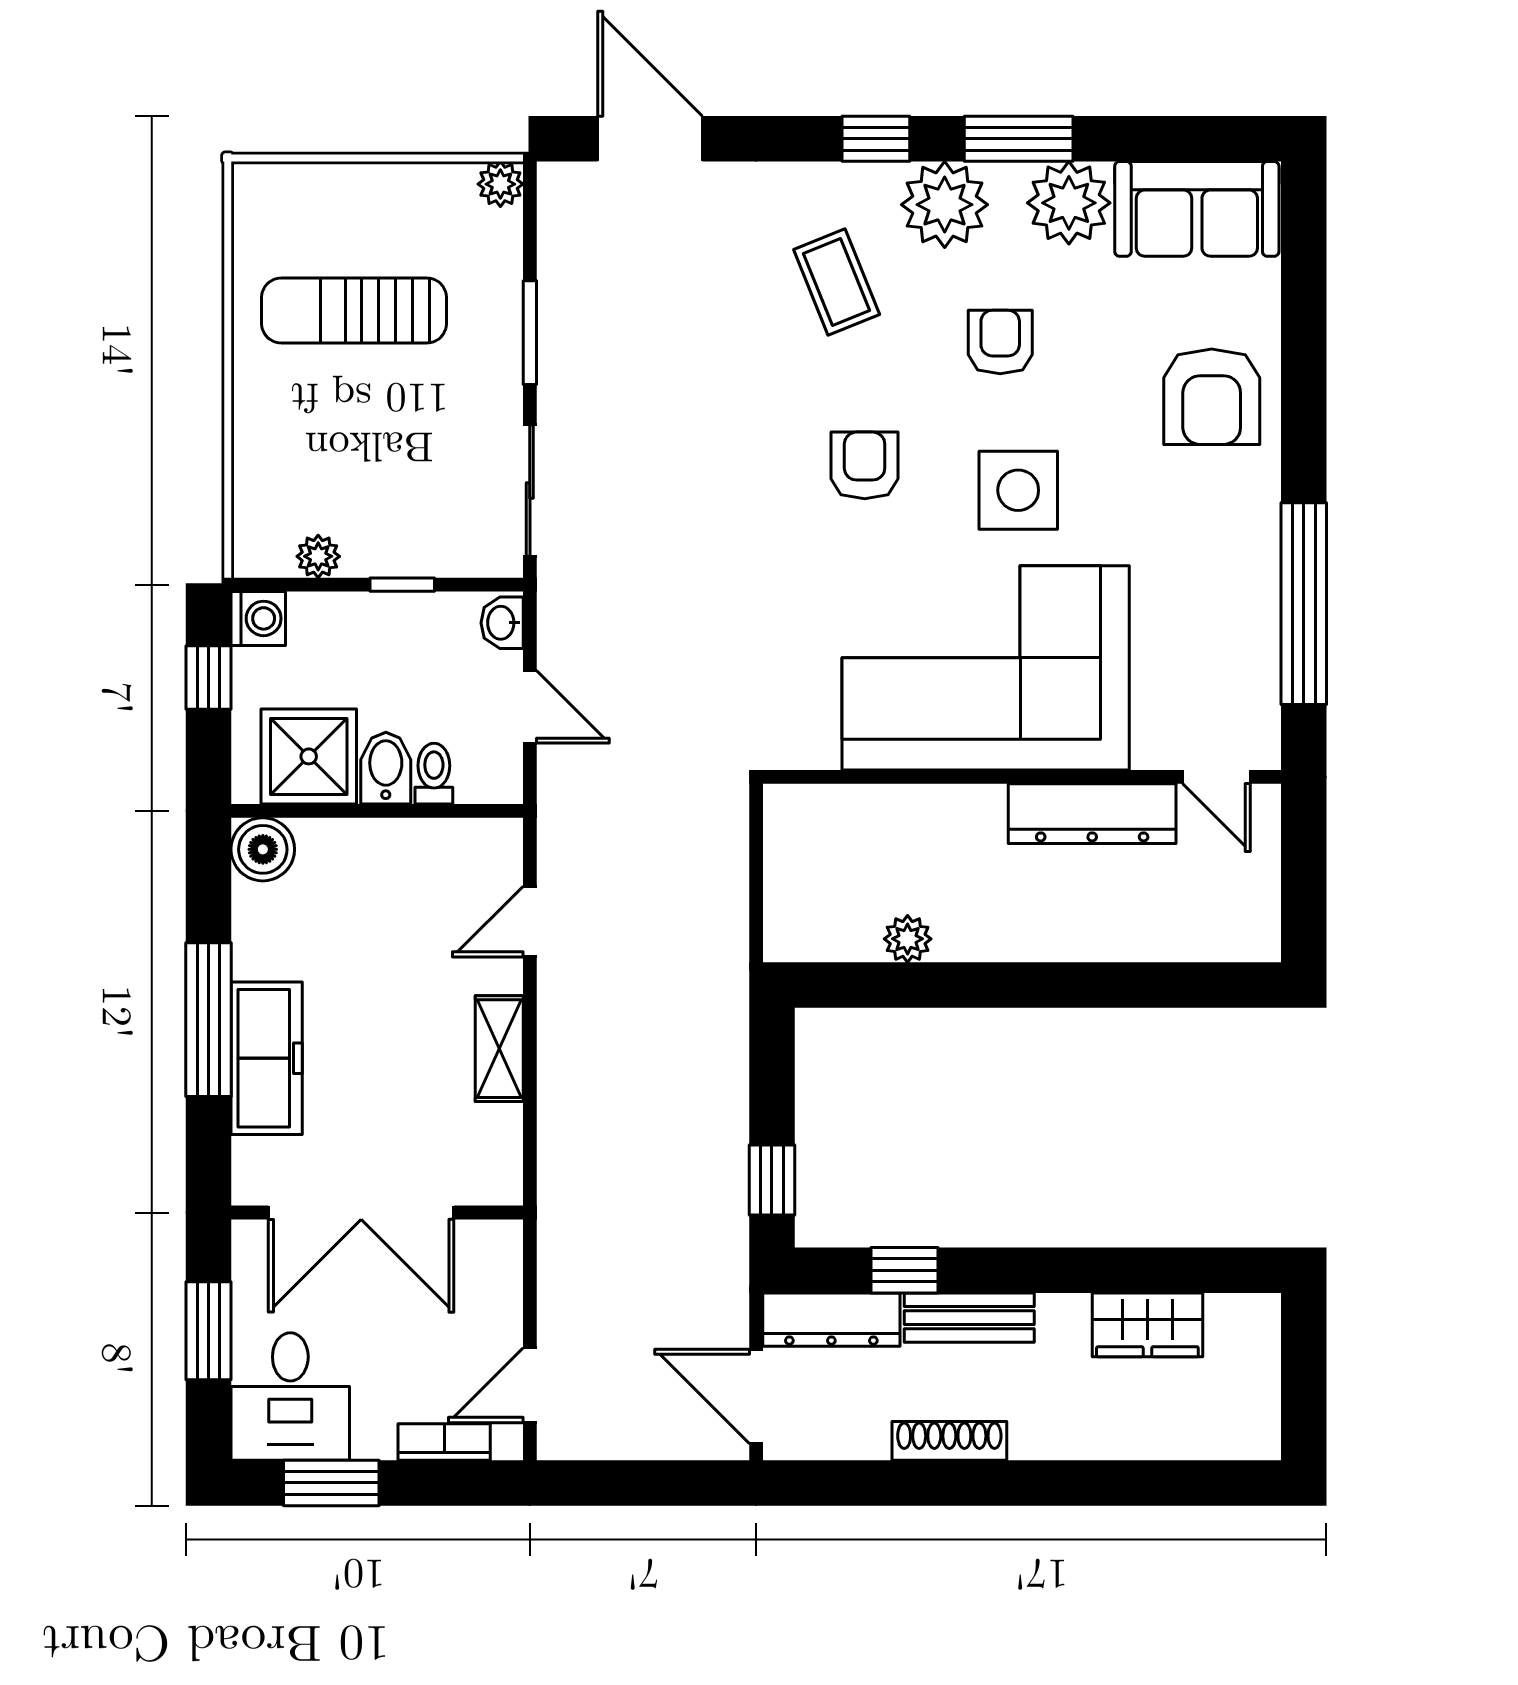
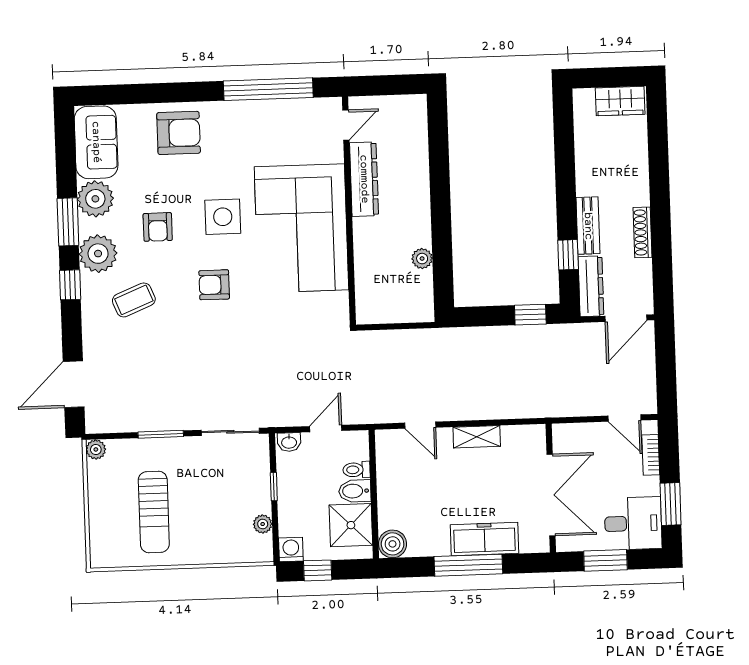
armchair: (1000, 342) -> (158, 227), turned -90
wardrobe: (1147, 1325) -> (620, 101), moved, turned 90

